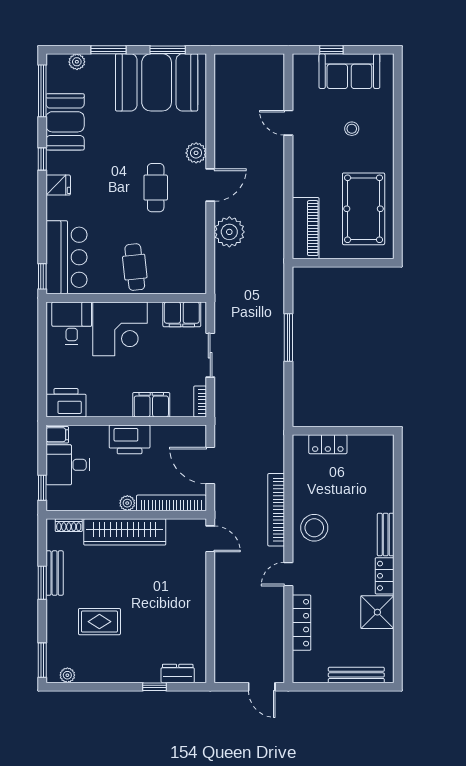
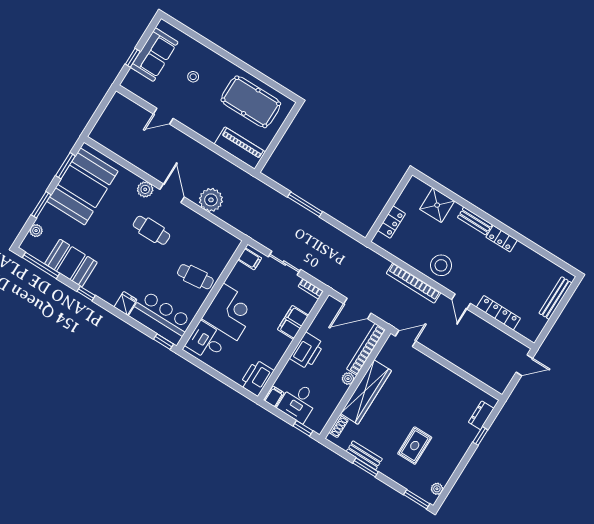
fridge: (58, 185) -> (125, 303), moved
filing cabinet: (182, 314) -> (250, 259), width x0.50
shower: (377, 612) -> (437, 205), moved

